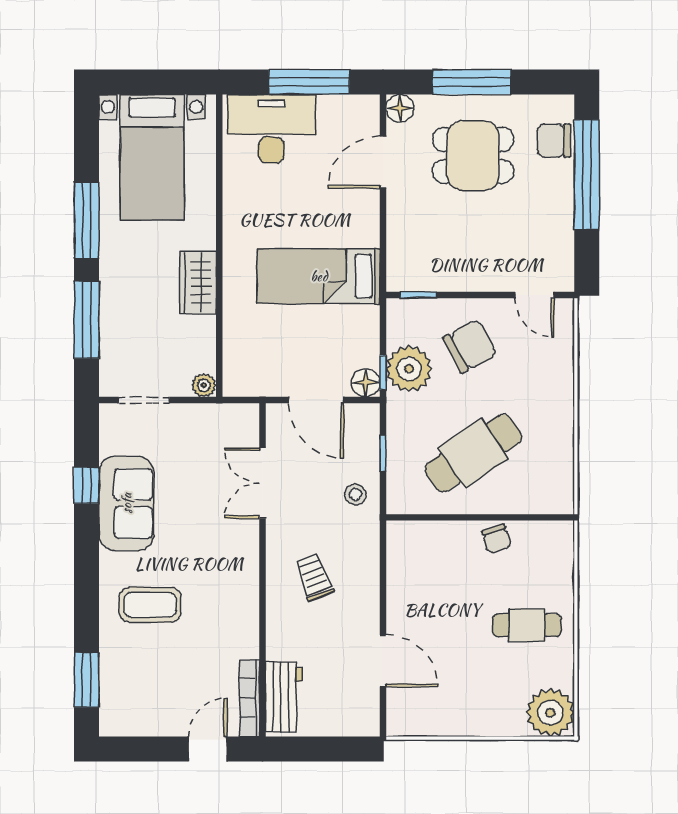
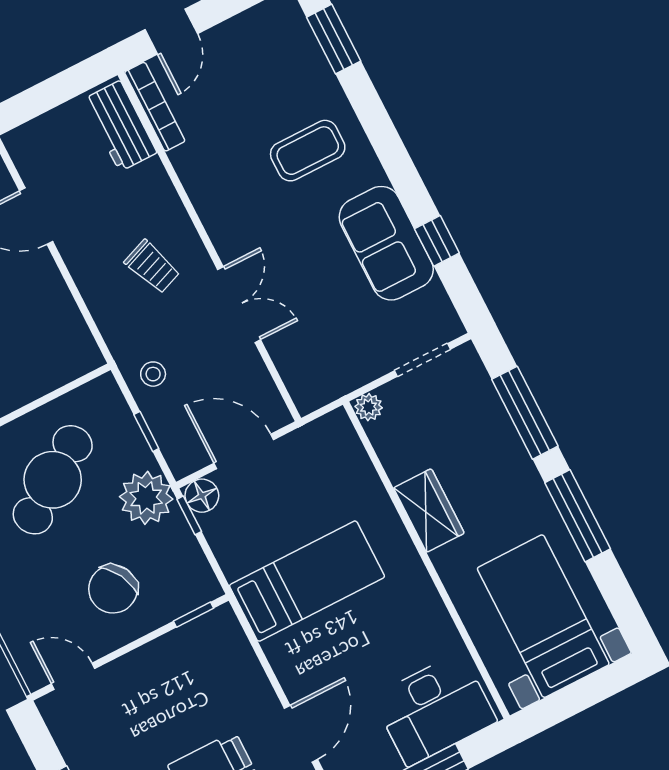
plant: (409, 369) -> (146, 498), moved
double door: (263, 483) -> (239, 305), moved

